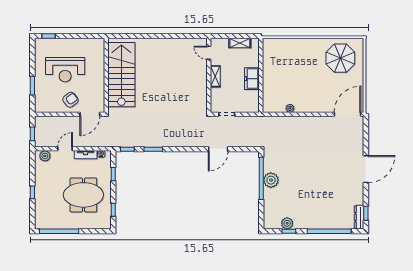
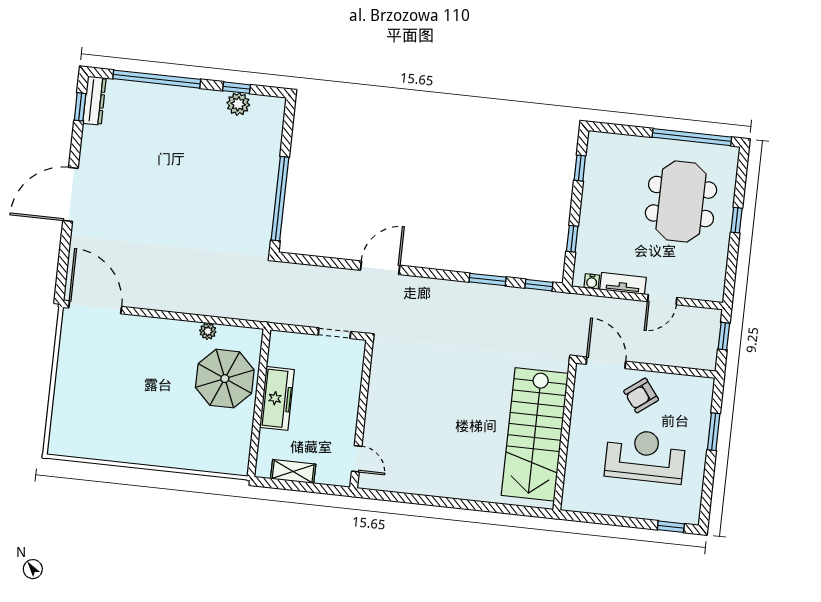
parasol: (340, 58) -> (225, 379), moved
shelving: (215, 76) -> (349, 411), removed
freezer: (252, 79) -> (277, 398), width x1.40
door: (90, 114) -> (606, 363), hinge flipped
door: (347, 114) -> (95, 307), swing flipped
door: (218, 149) -> (380, 268), moved
plant: (45, 156) -> (704, 290), removed
plant: (271, 180) -> (261, 193), removed
meeting table: (83, 195) -> (681, 202), moved, turned 90

